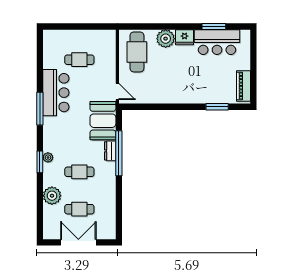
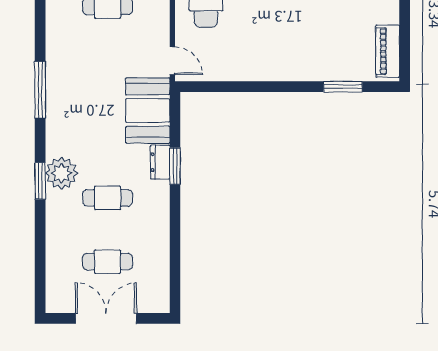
bar counter: (56, 93) -> (67, 63), removed
window: (119, 153) -> (175, 166), width x0.47
plant: (48, 157) -> (61, 173), width x1.88, depth x1.88
plant: (52, 196) -> (61, 239), removed

